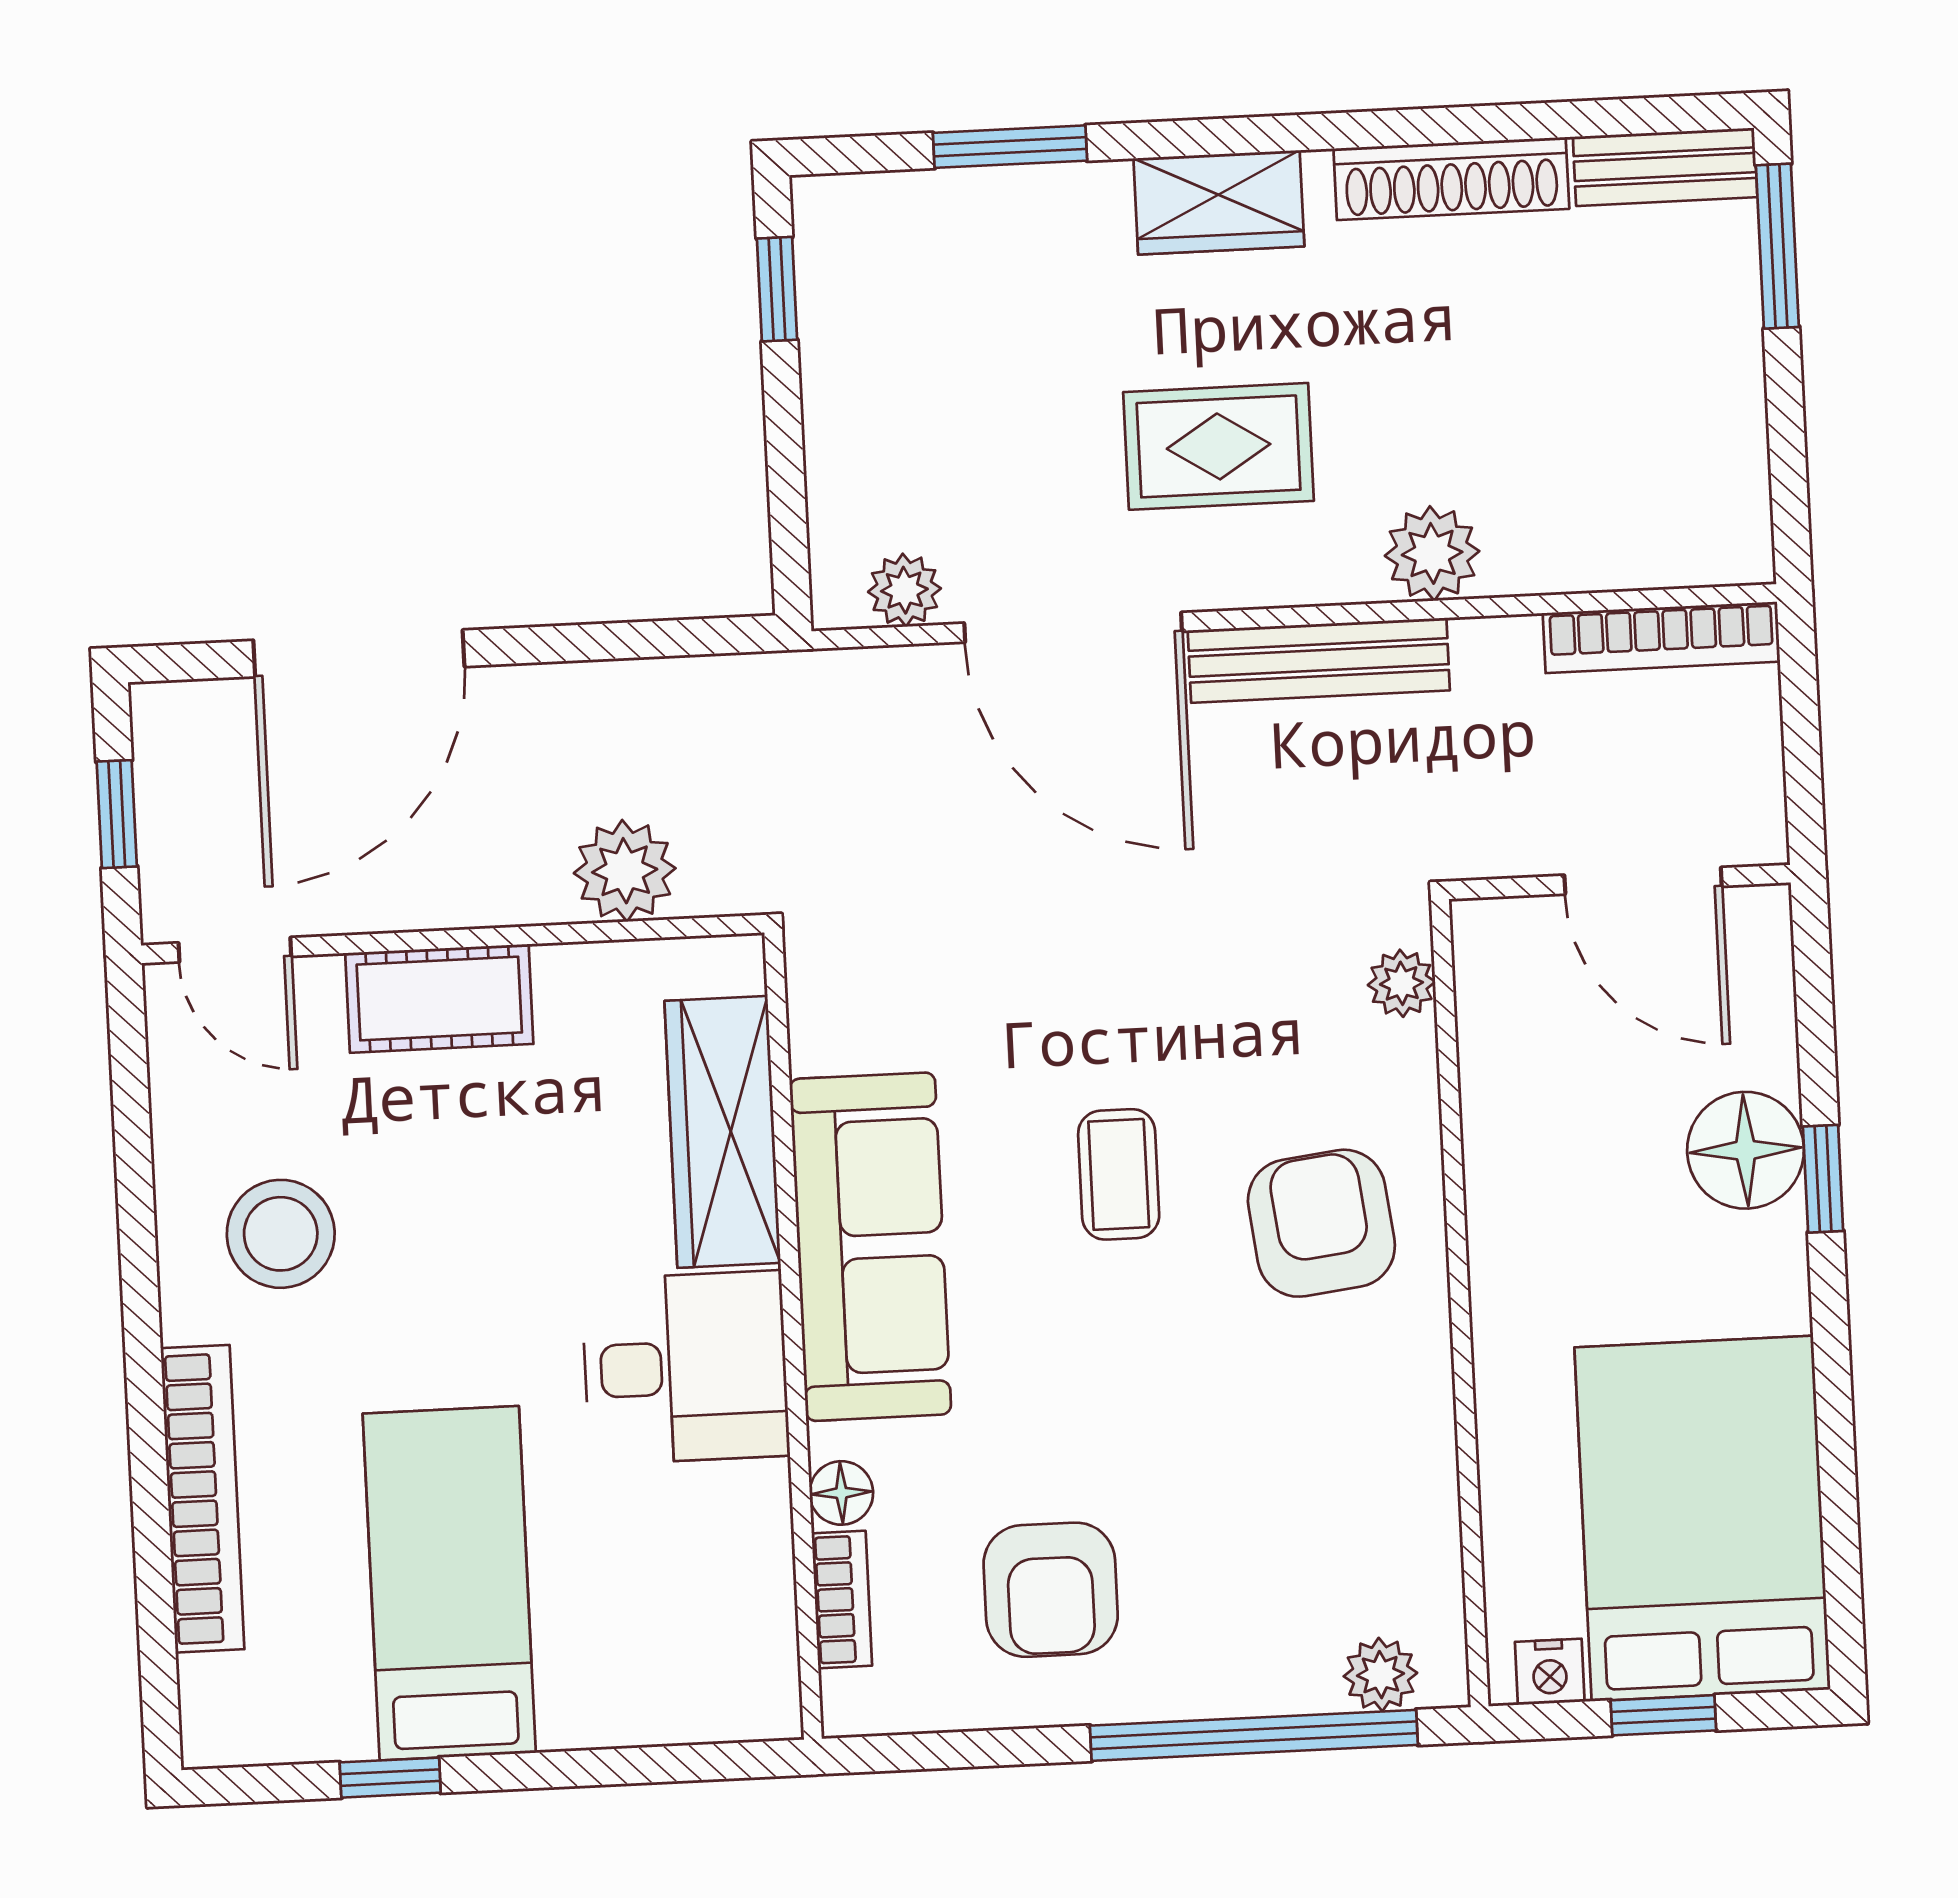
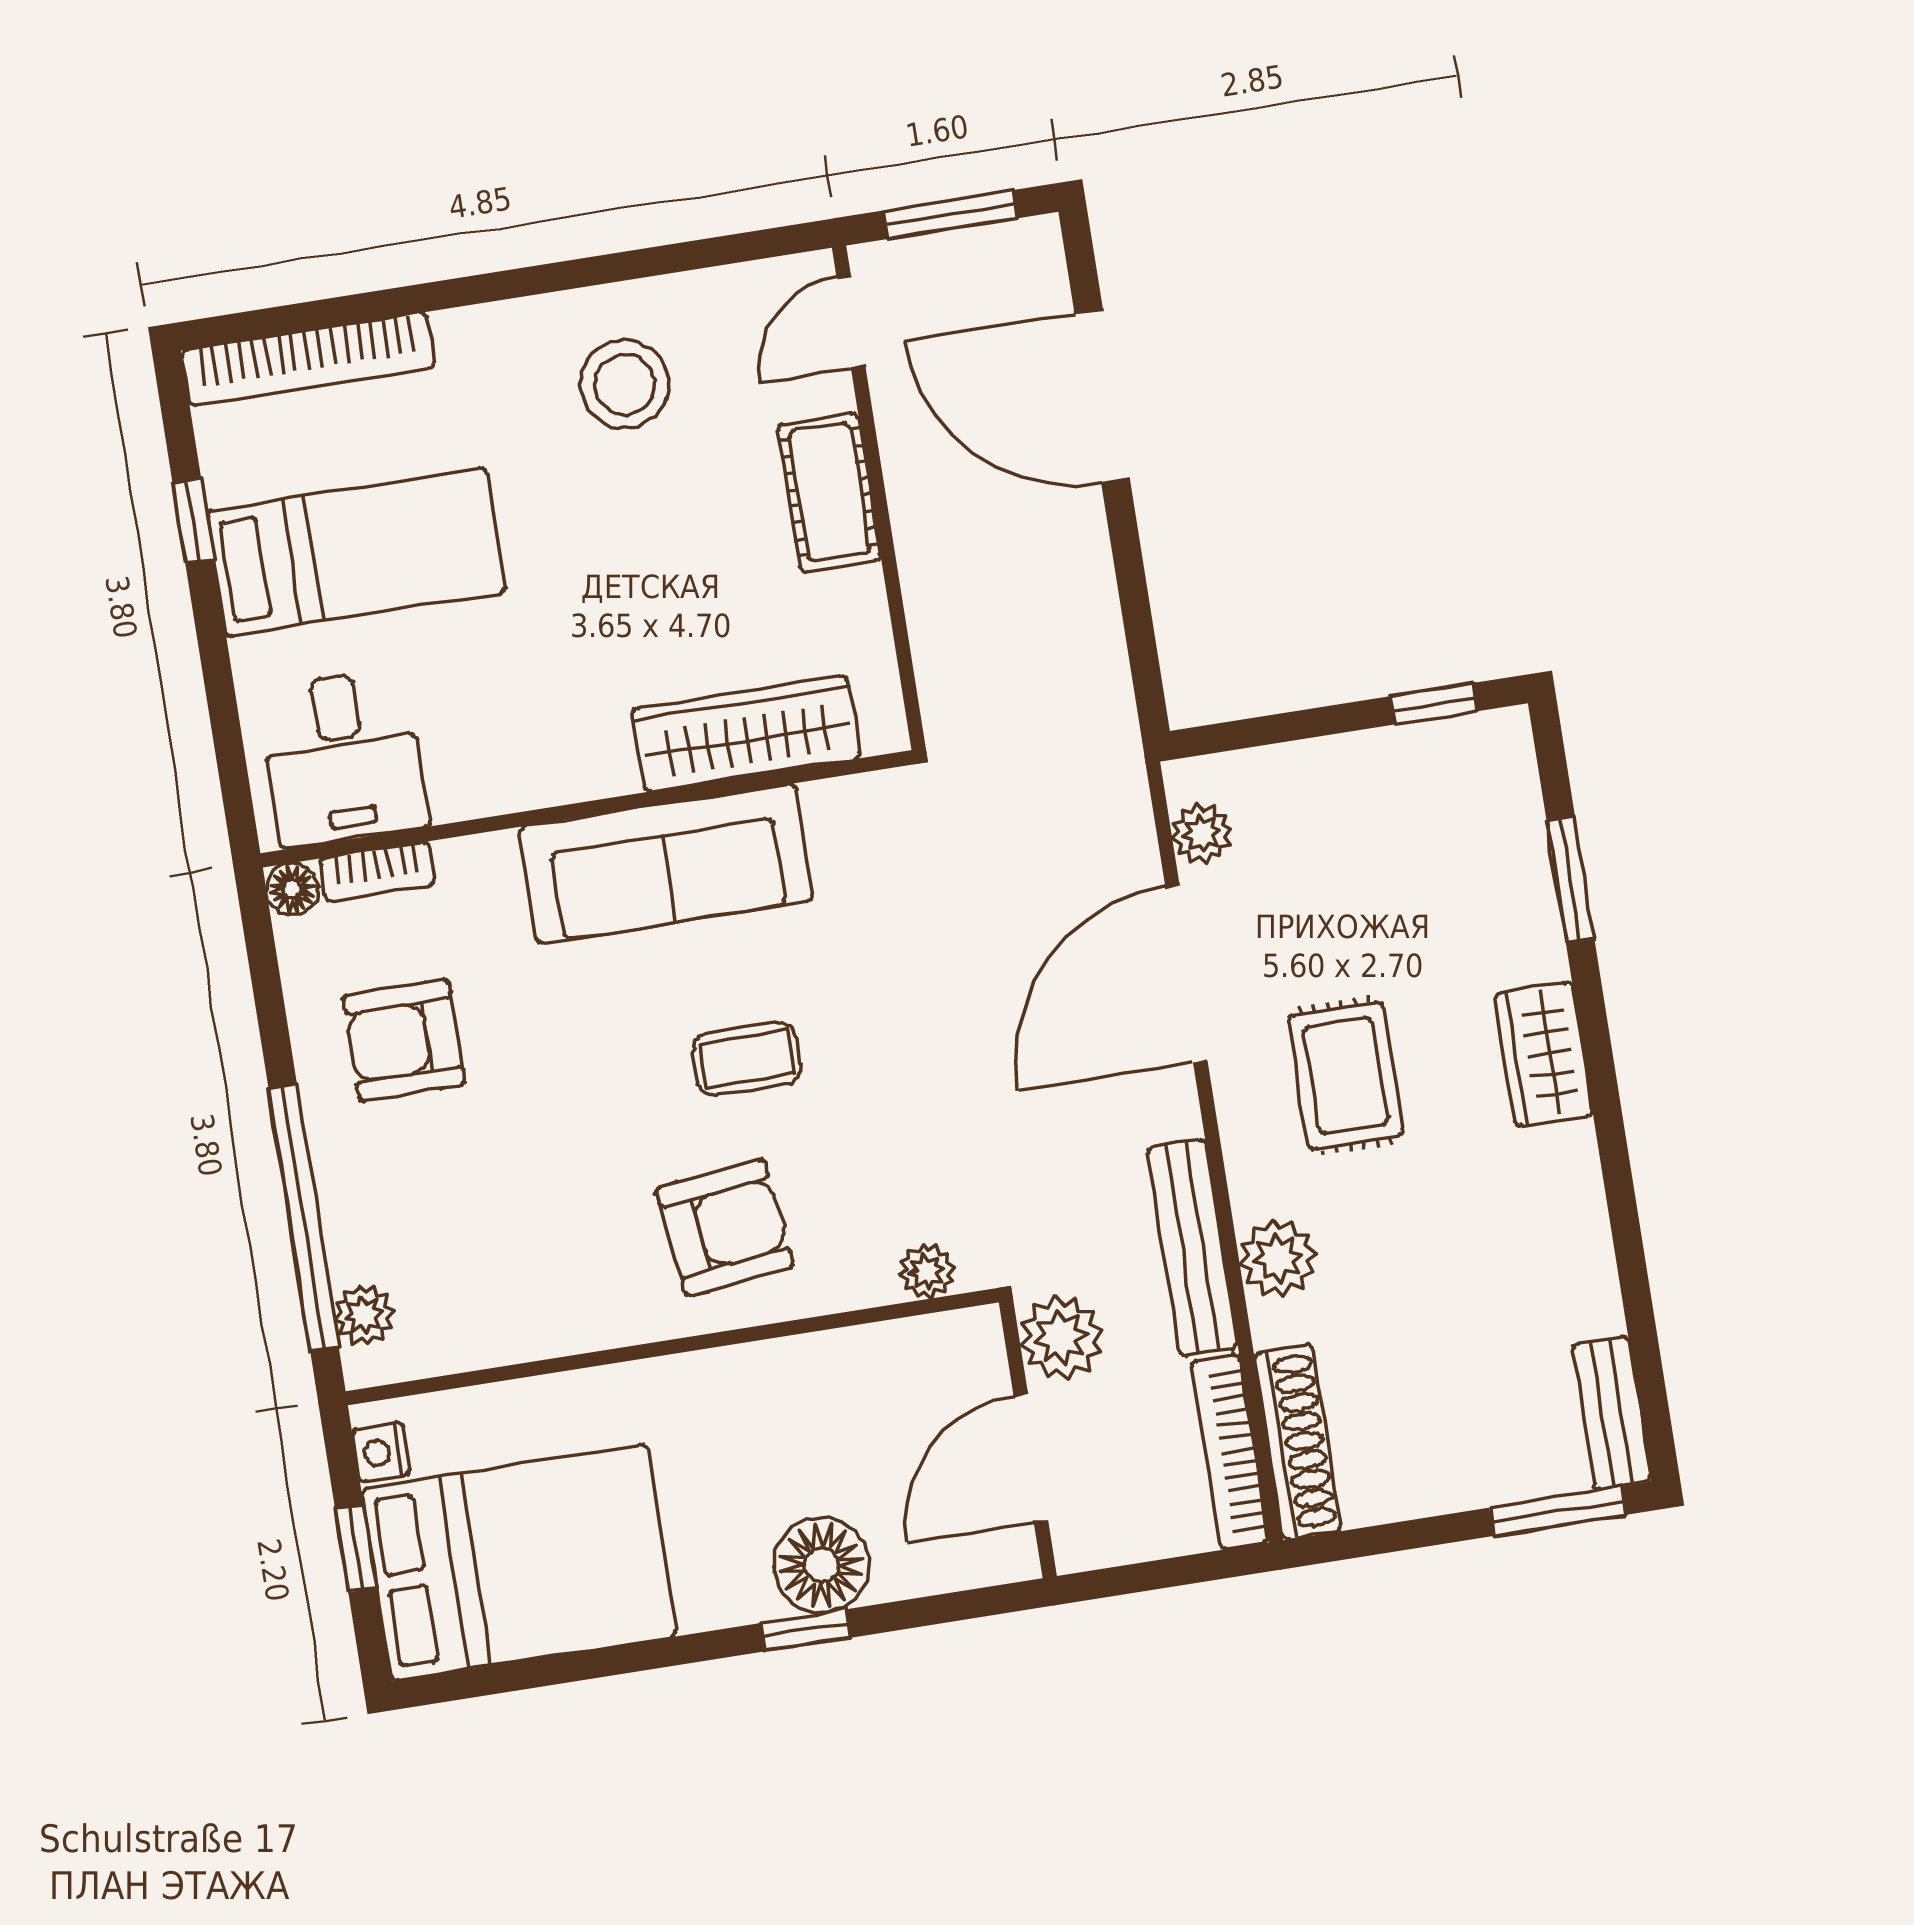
shoe rack: (1451, 179) -> (1297, 1442), moved, turned 180
bench: (1319, 660) -> (1193, 1248), moved
window: (117, 814) -> (951, 214), width x1.50
plant: (625, 871) -> (1061, 1338), moved
desk: (685, 1368) -> (343, 757), moved
floor lamp: (841, 1493) -> (292, 889), moved
bookcase: (202, 1499) -> (308, 359), moved

